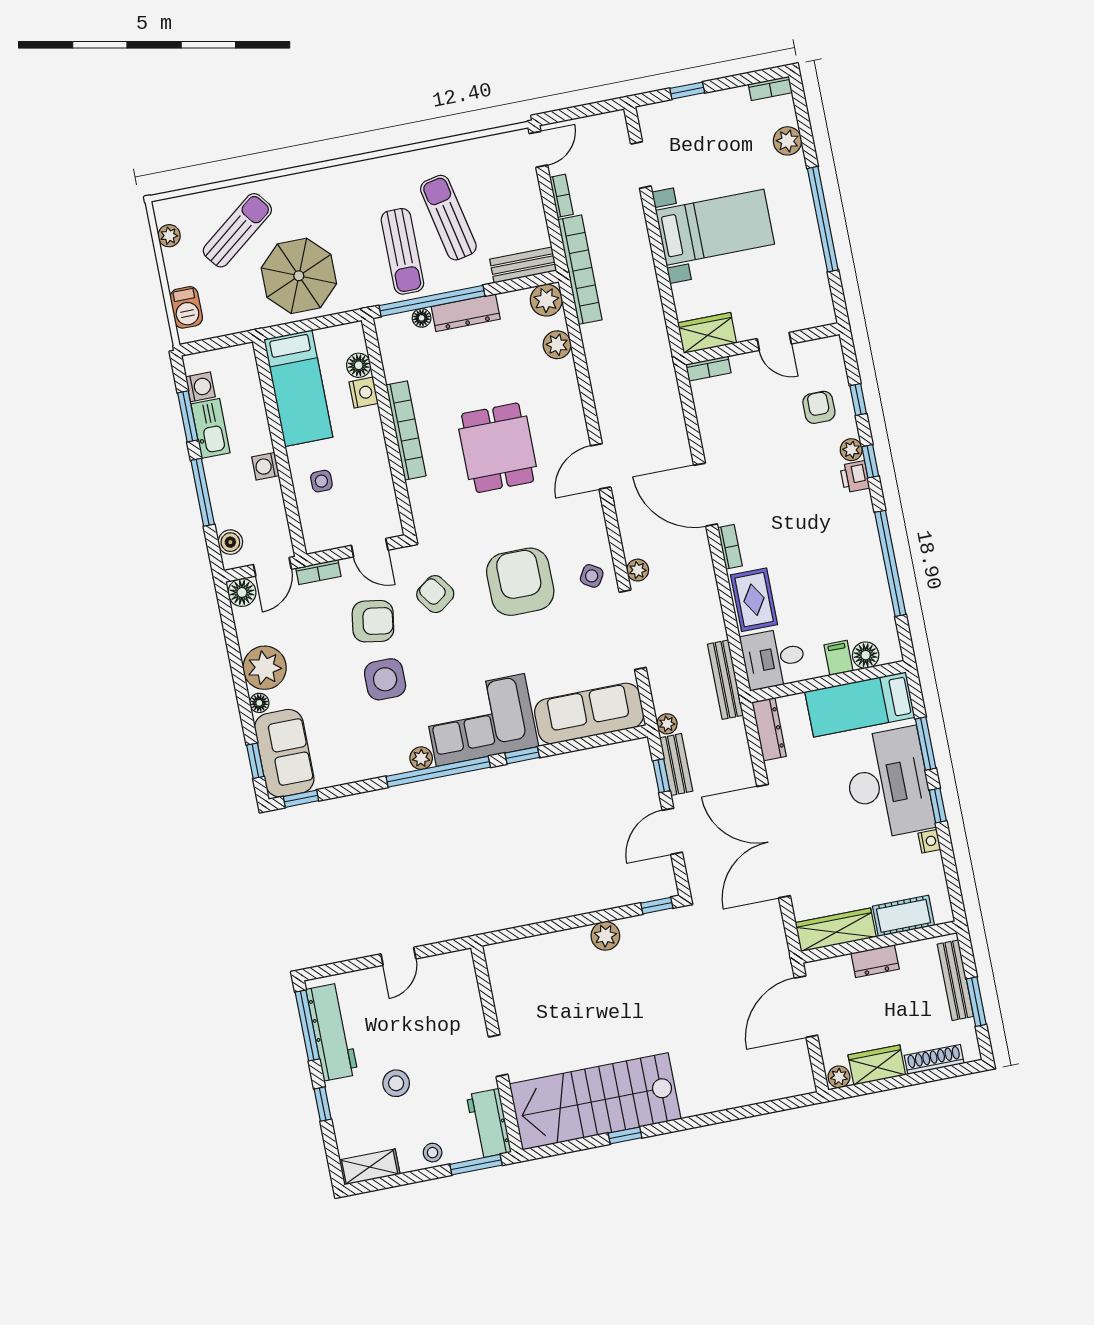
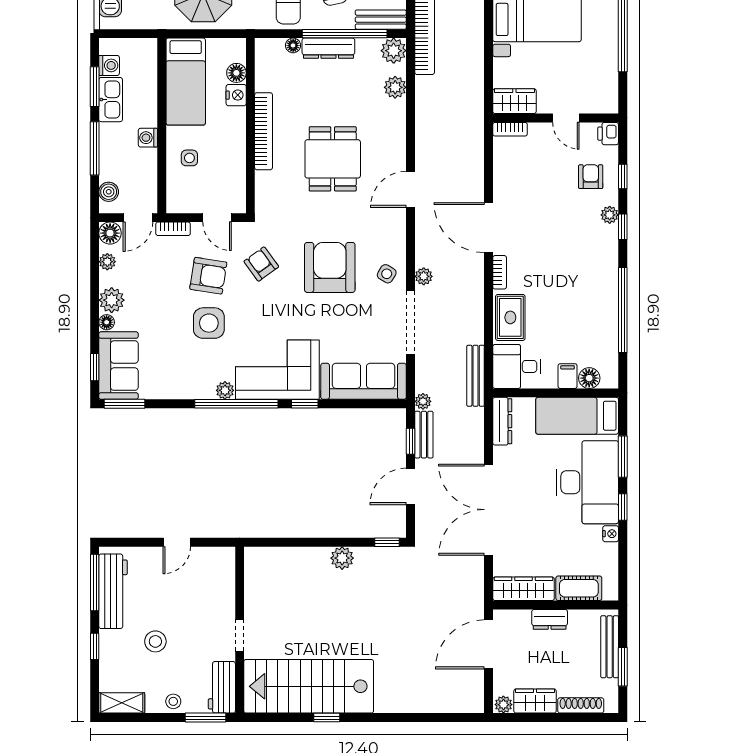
window: (432, 301) -> (345, 34), moved
printer: (855, 477) -> (608, 134), moved
plant: (245, 628) -> (107, 262), added
plant: (265, 668) -> (112, 300), width x0.73, depth x0.73
window: (301, 799) -> (125, 404), width x1.50

